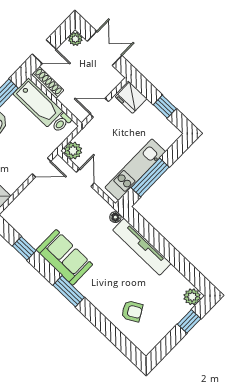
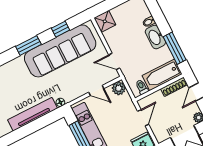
door: (41, 168) -> (114, 61), hinge flipped
sofa: (64, 257) -> (60, 51), width x1.85, depth x1.27
window: (69, 291) -> (28, 45), moved

